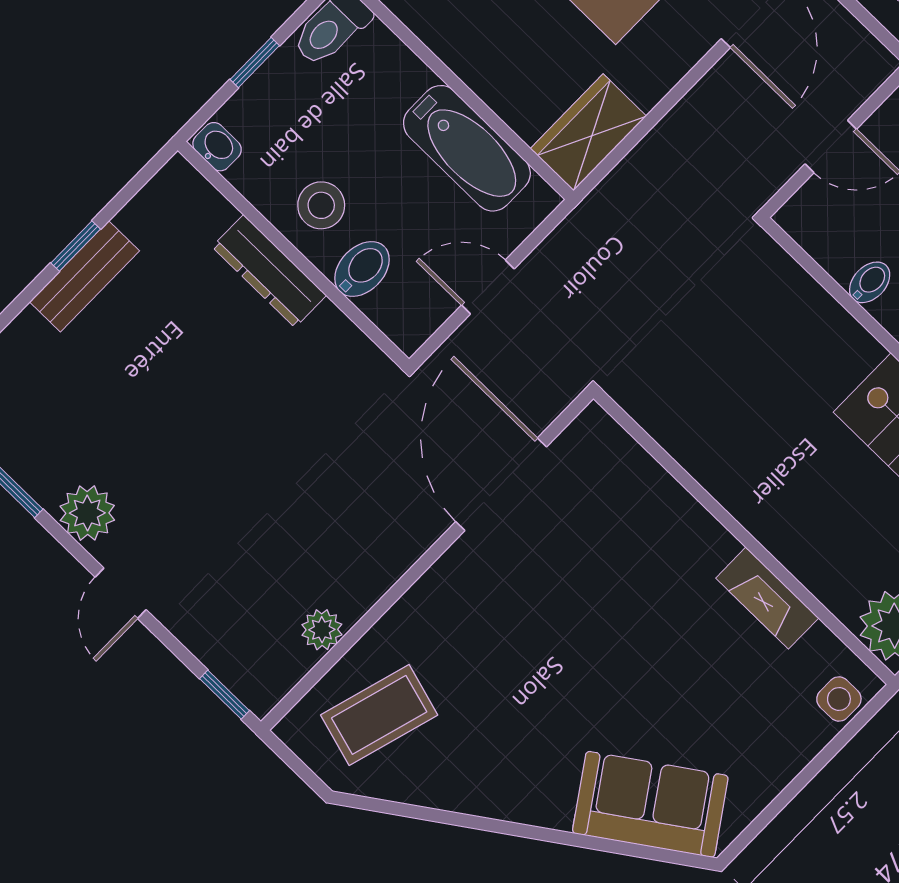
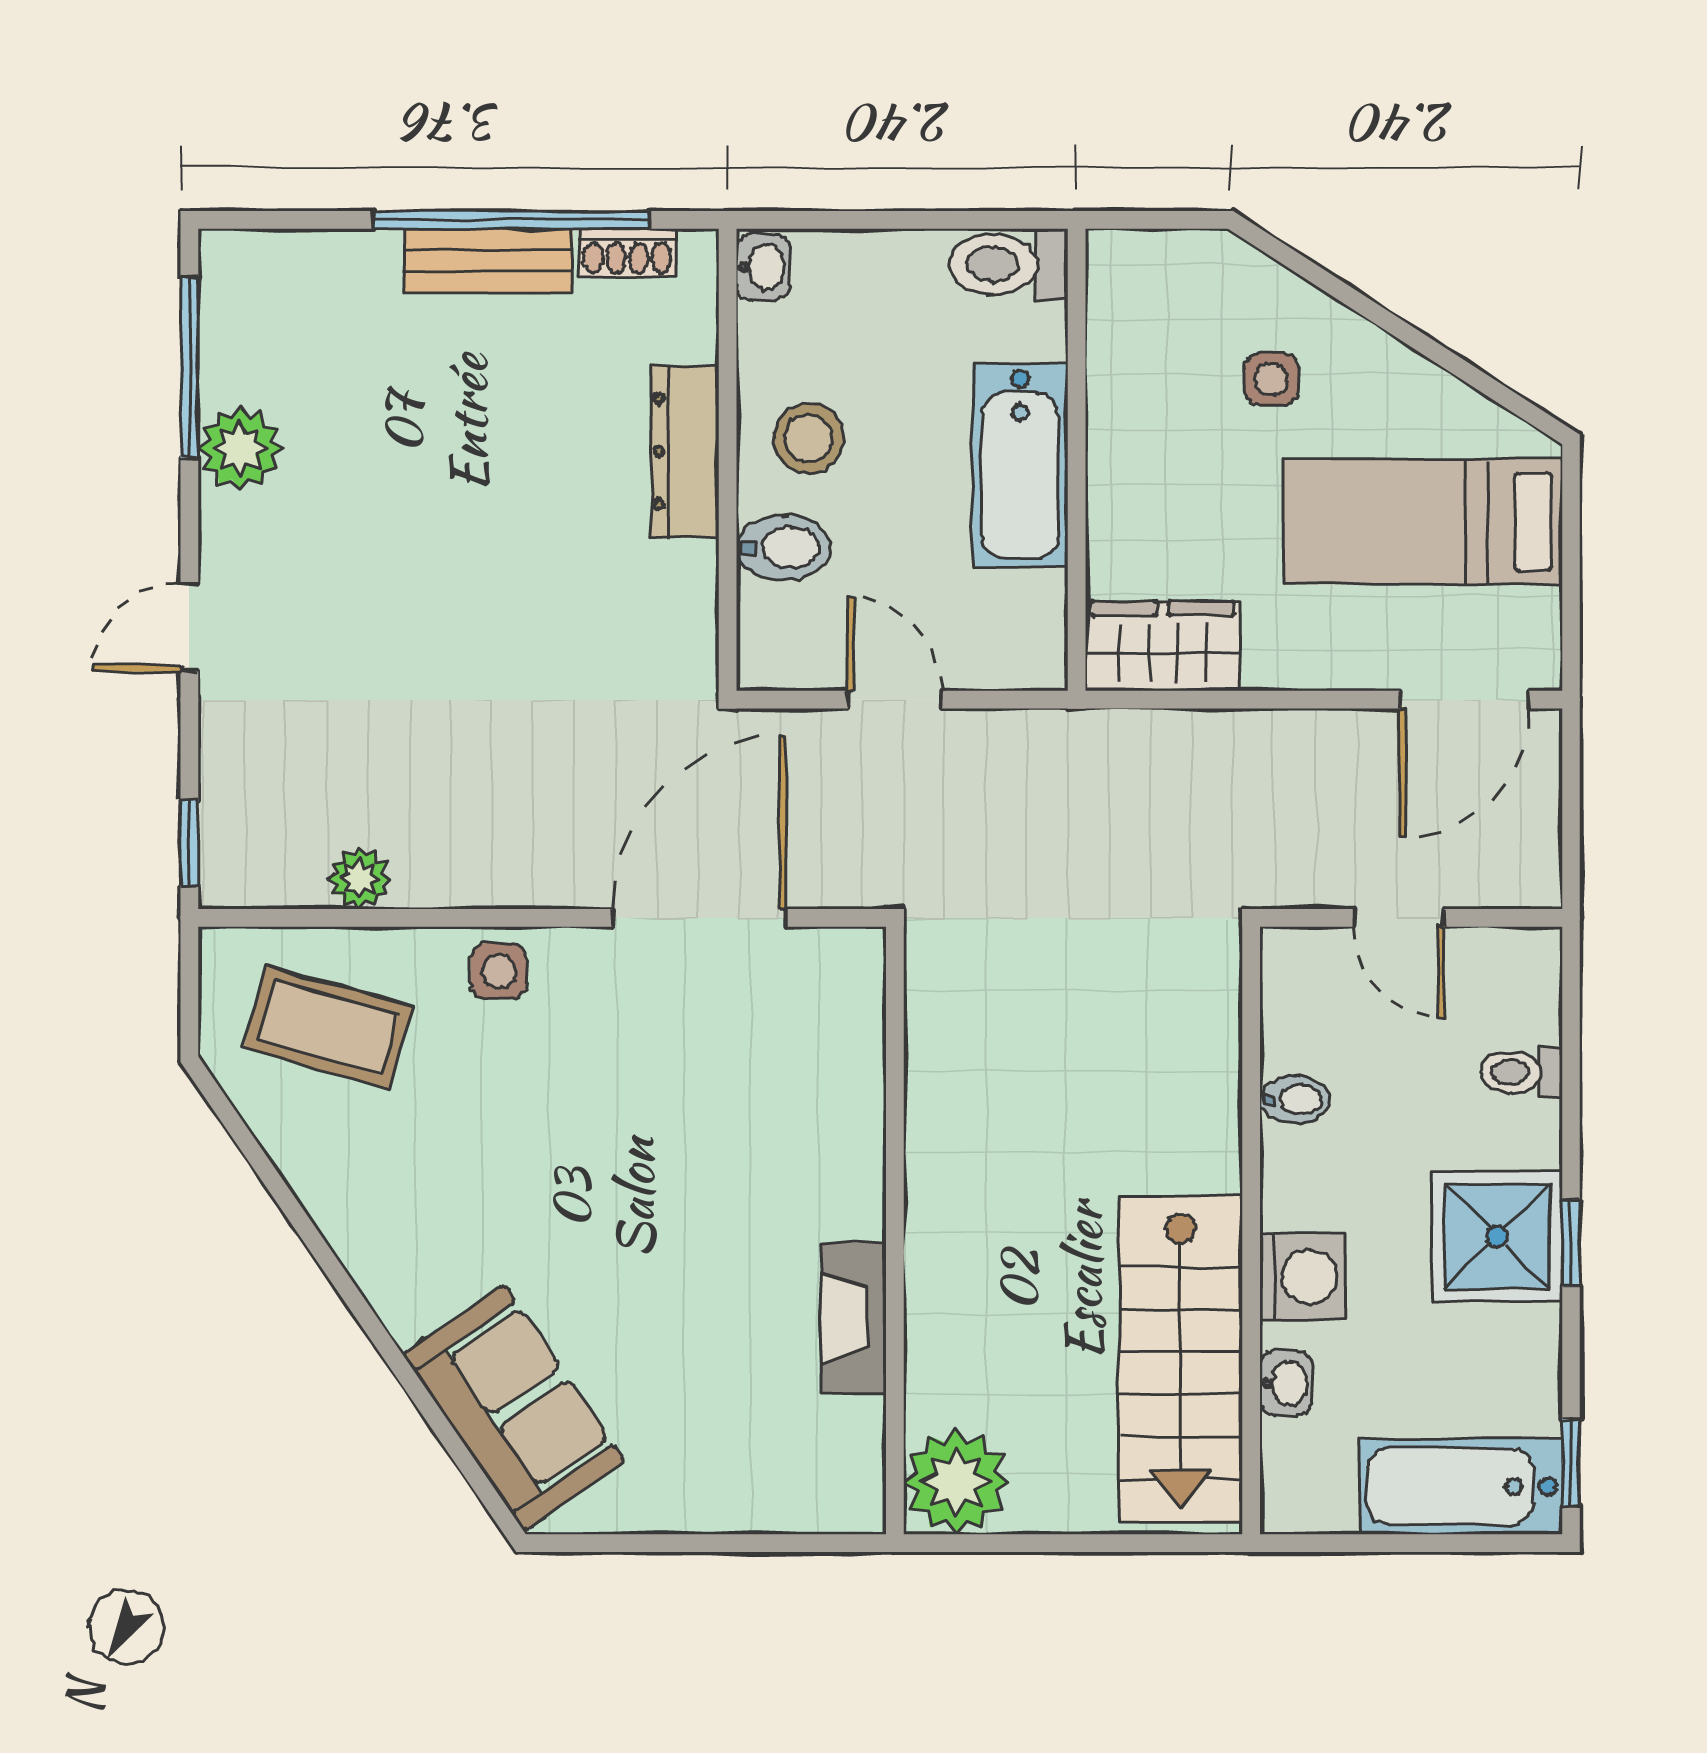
window: (255, 62) -> (891, 220), removed
bathtub: (467, 148) -> (1020, 465), moved
shoe rack: (146, 205) -> (628, 252), added
window: (76, 246) -> (511, 220), width x3.17
plant: (87, 513) -> (240, 449), moved
side table: (839, 699) -> (499, 971), moved

